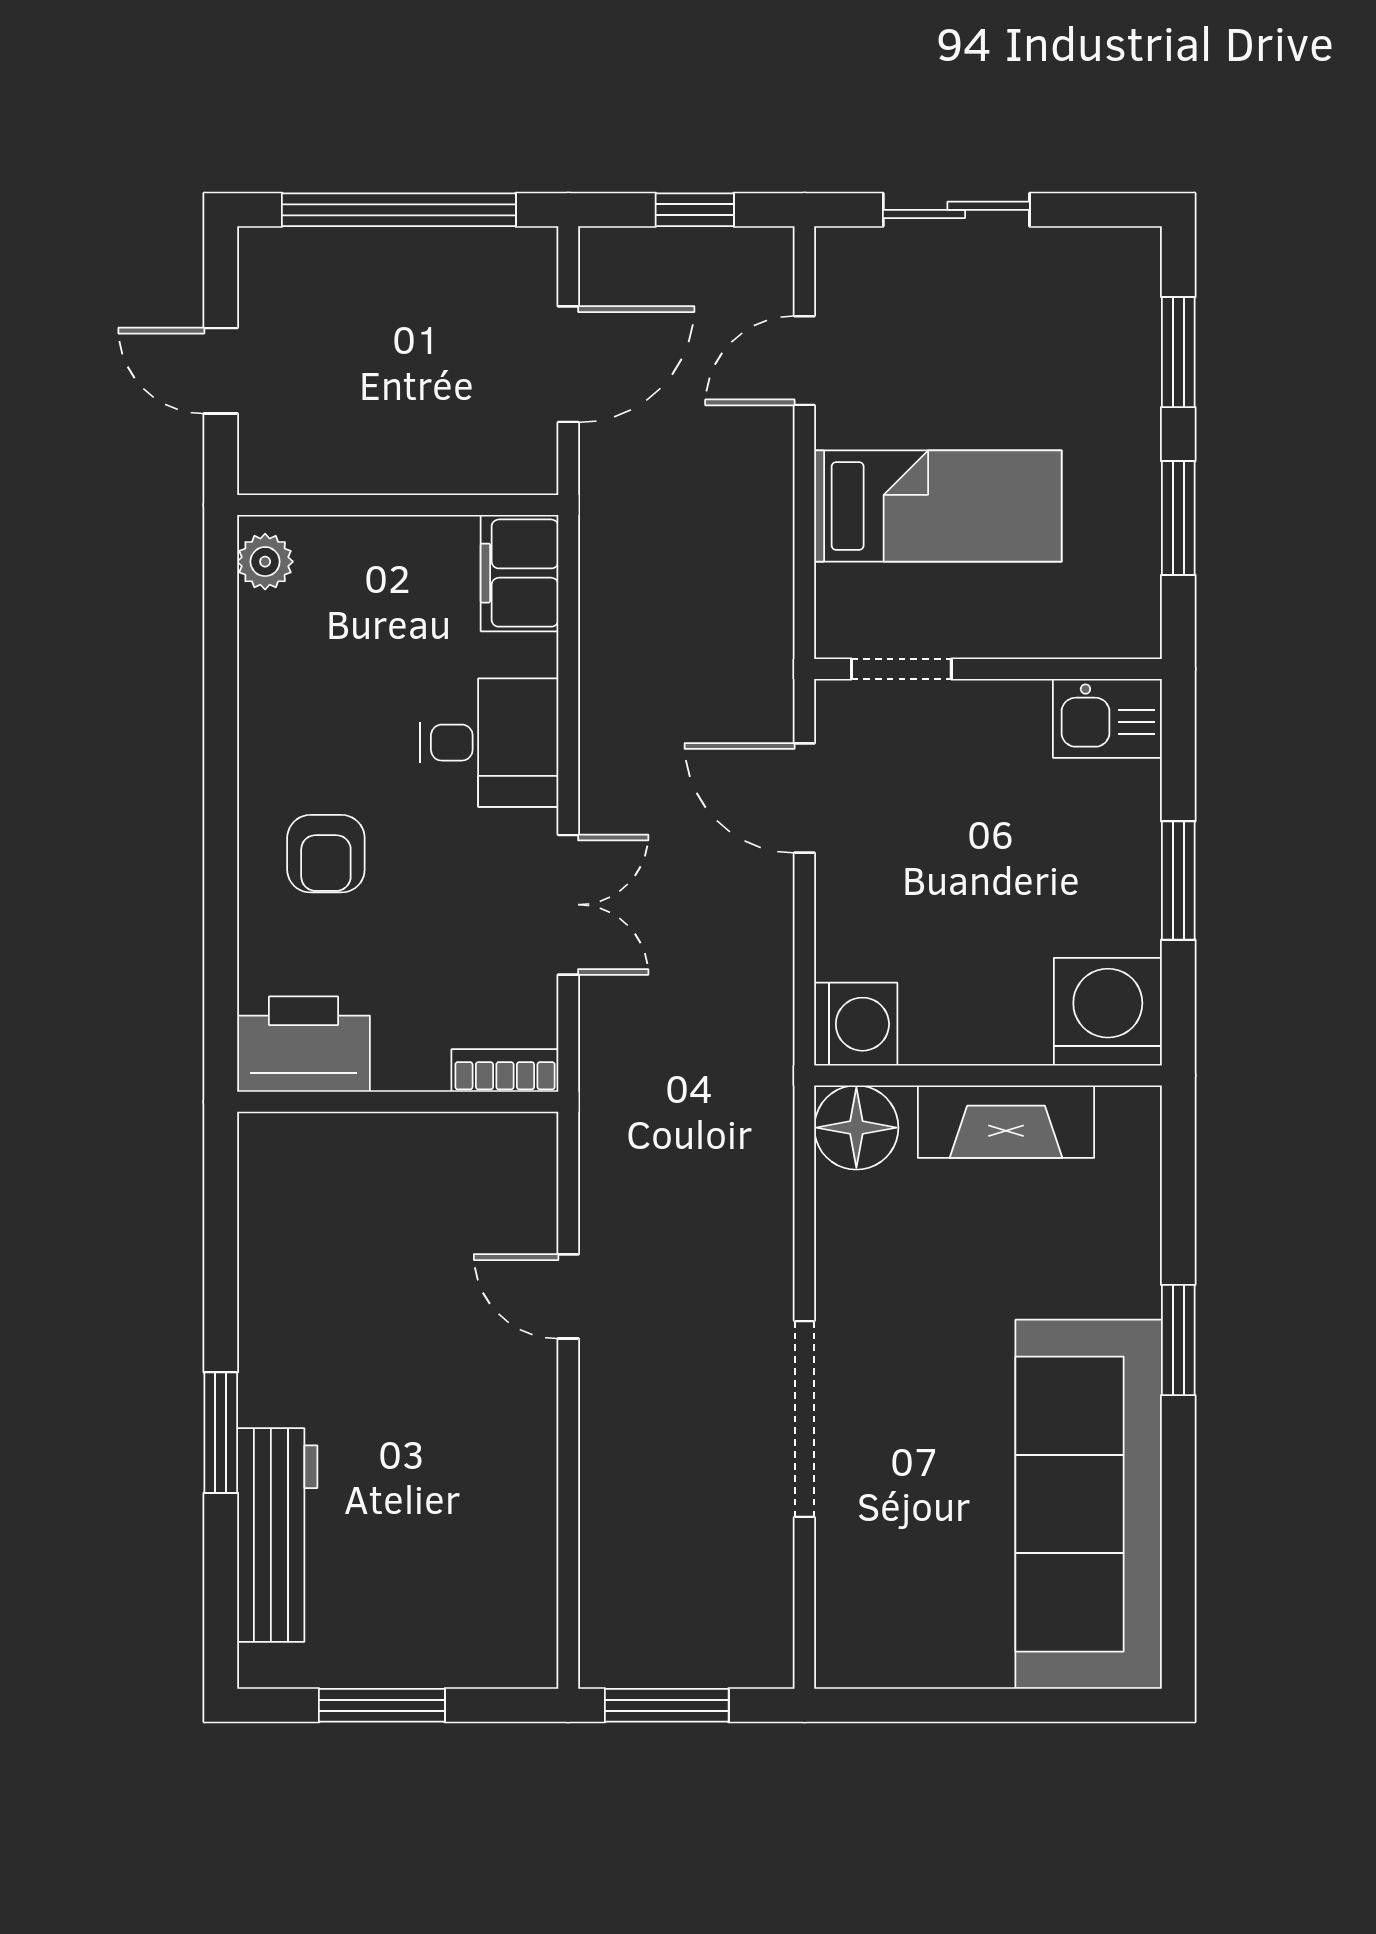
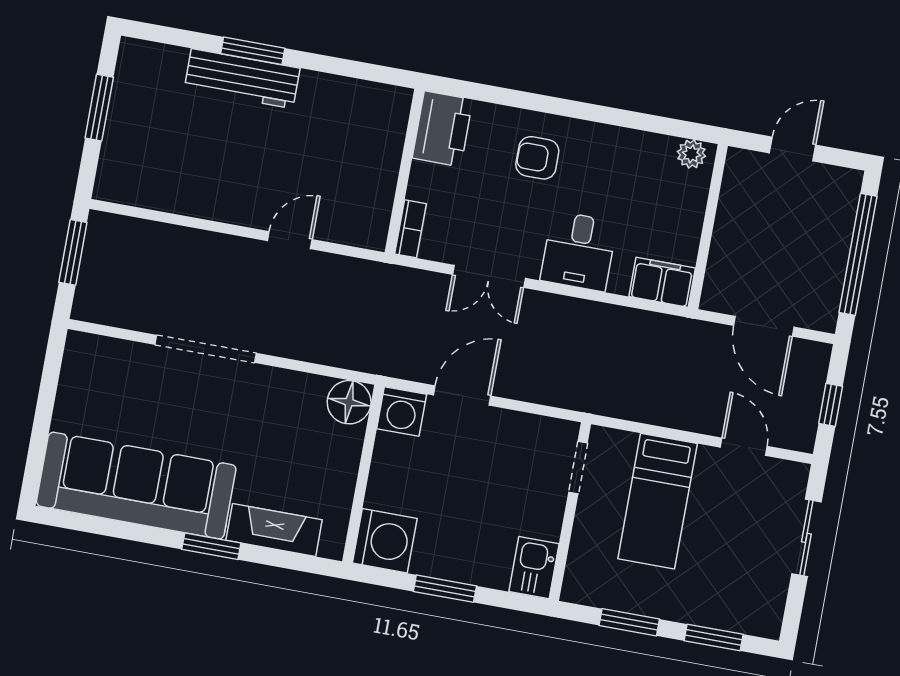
door: (804, 798) -> (462, 395), moved
fireplace: (1006, 1122) -> (274, 530), moved, turned 90
workbench: (277, 1535) -> (242, 79), moved

